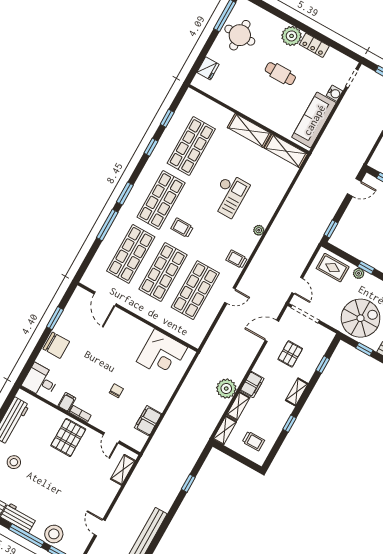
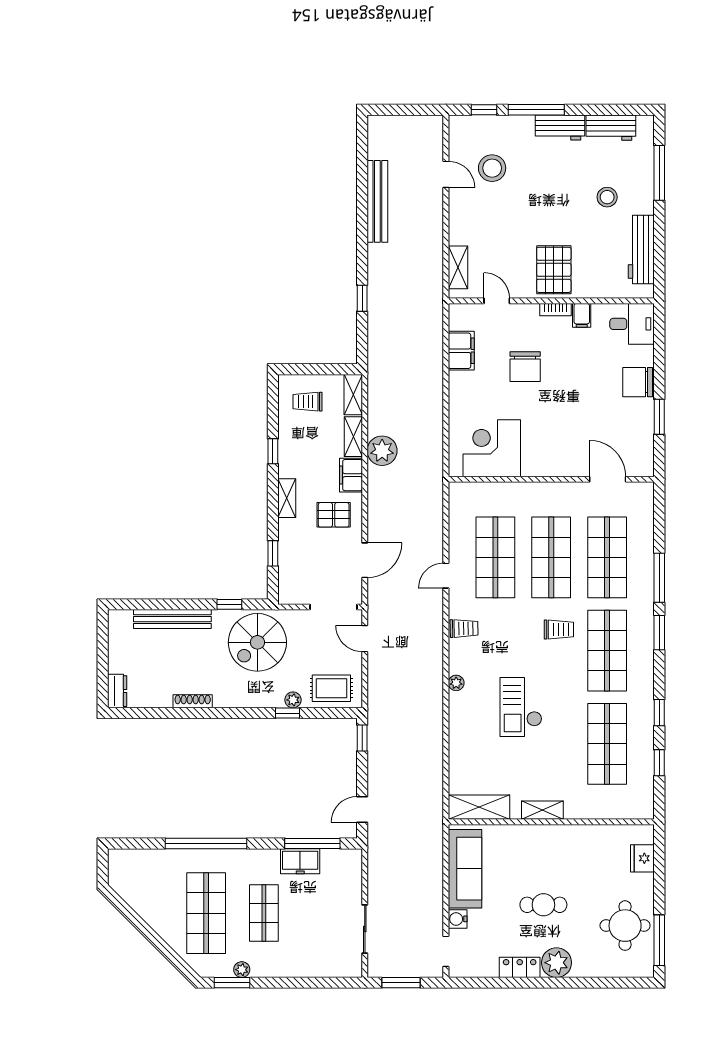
shelving: (249, 131) -> (542, 810), width x0.67, depth x0.75
pallet: (290, 354) -> (334, 515), moved, turned 90
chair: (116, 391) -> (525, 367), width x1.87, depth x1.87
stool: (54, 534) -> (492, 168), moved

